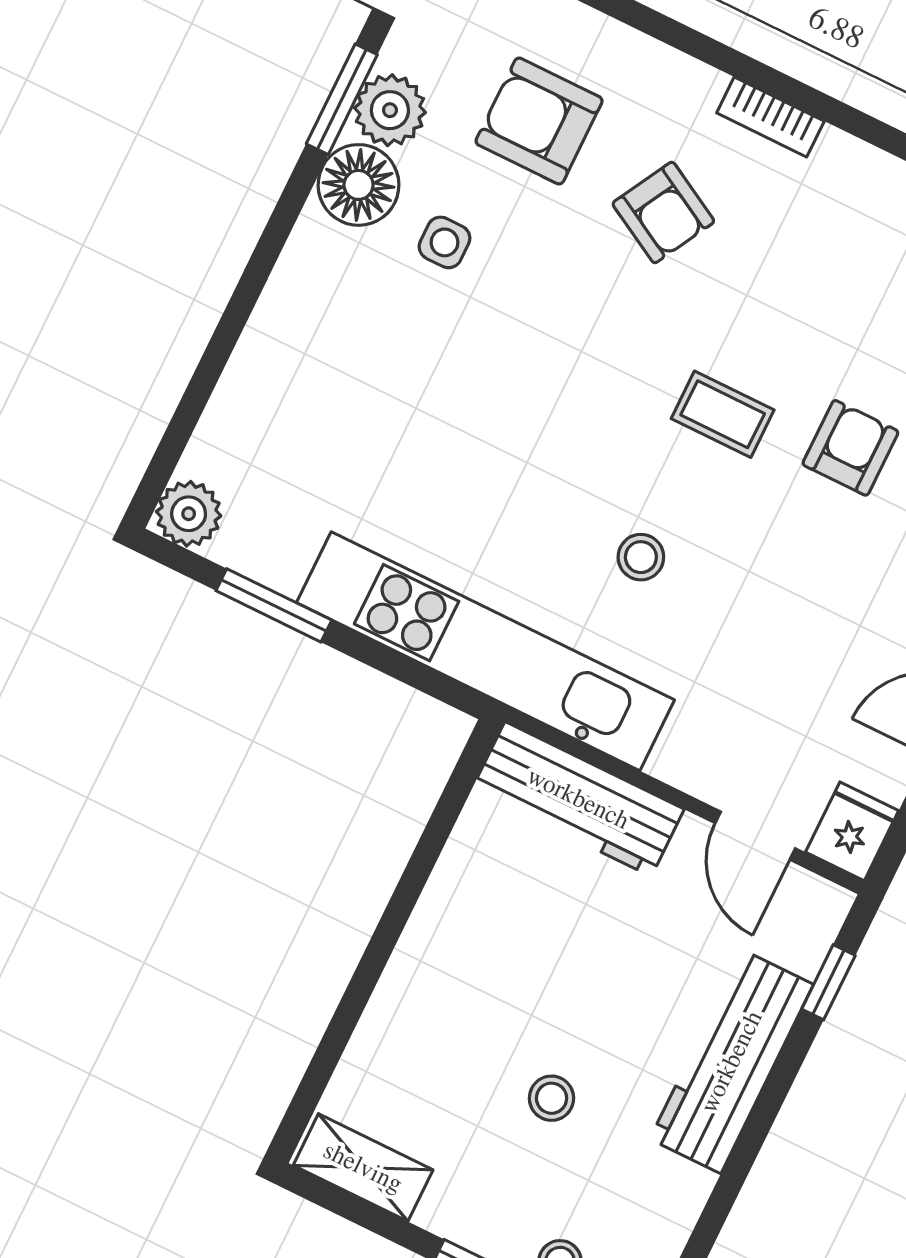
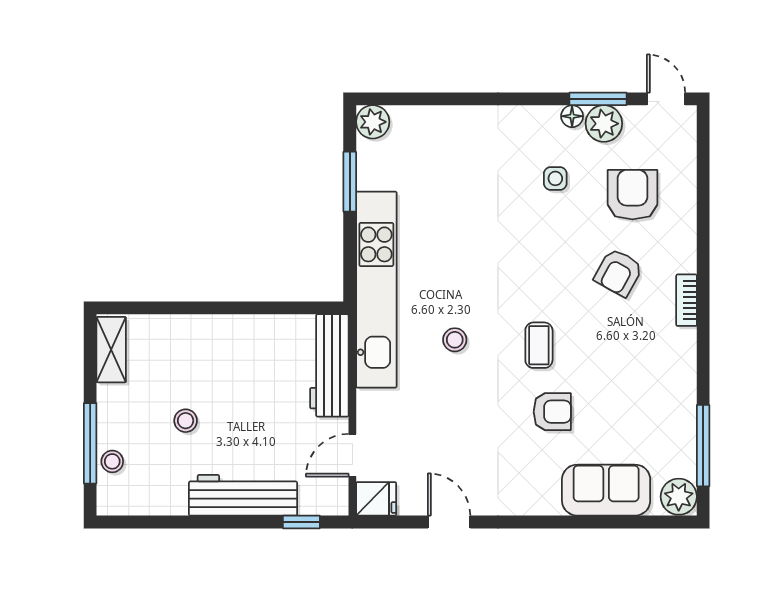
floor lamp: (359, 185) -> (572, 116), width x0.53, depth x0.53

